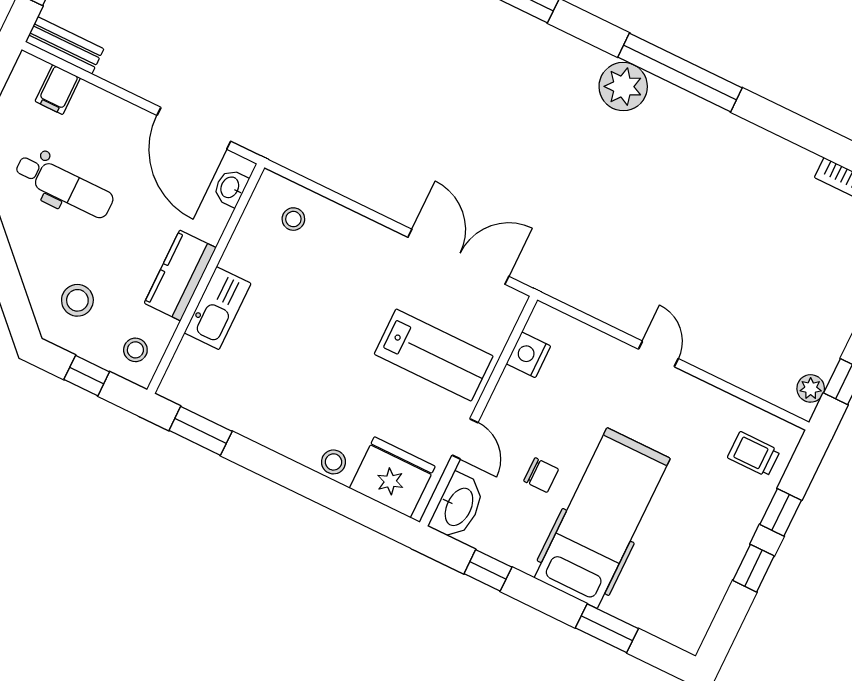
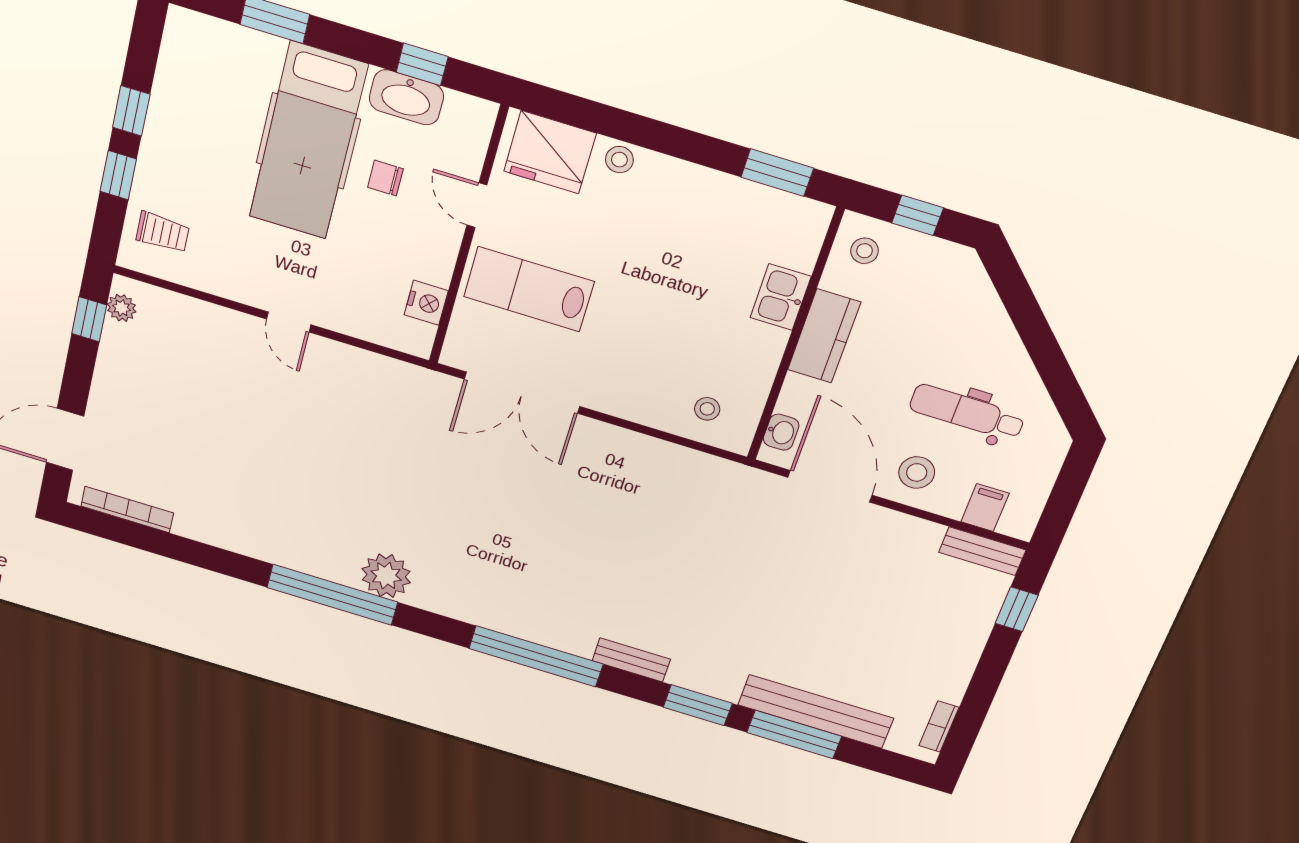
stool: (77, 300) -> (917, 472), moved
kitchen sink: (218, 308) -> (781, 297), width x0.73
washbasin: (458, 506) -> (406, 97), moved, turned -90

